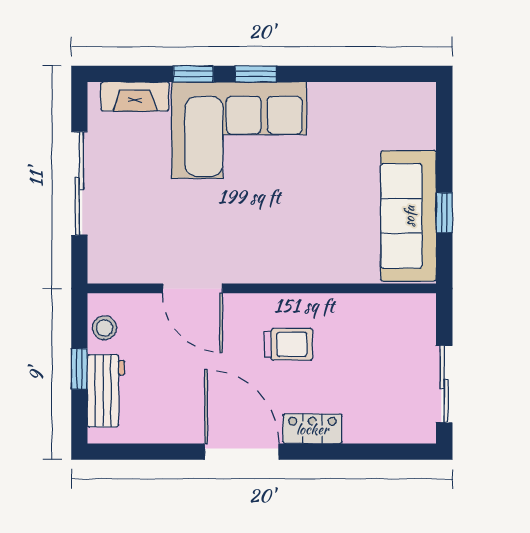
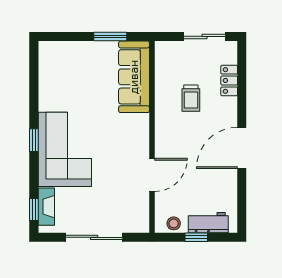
window: (193, 74) -> (34, 210), moved
window: (444, 213) -> (110, 36), width x1.50
sofa: (409, 216) -> (134, 77), moved, turned 90
trolley: (289, 344) -> (191, 98), moved, turned 180
locker: (312, 429) -> (229, 80), moved

